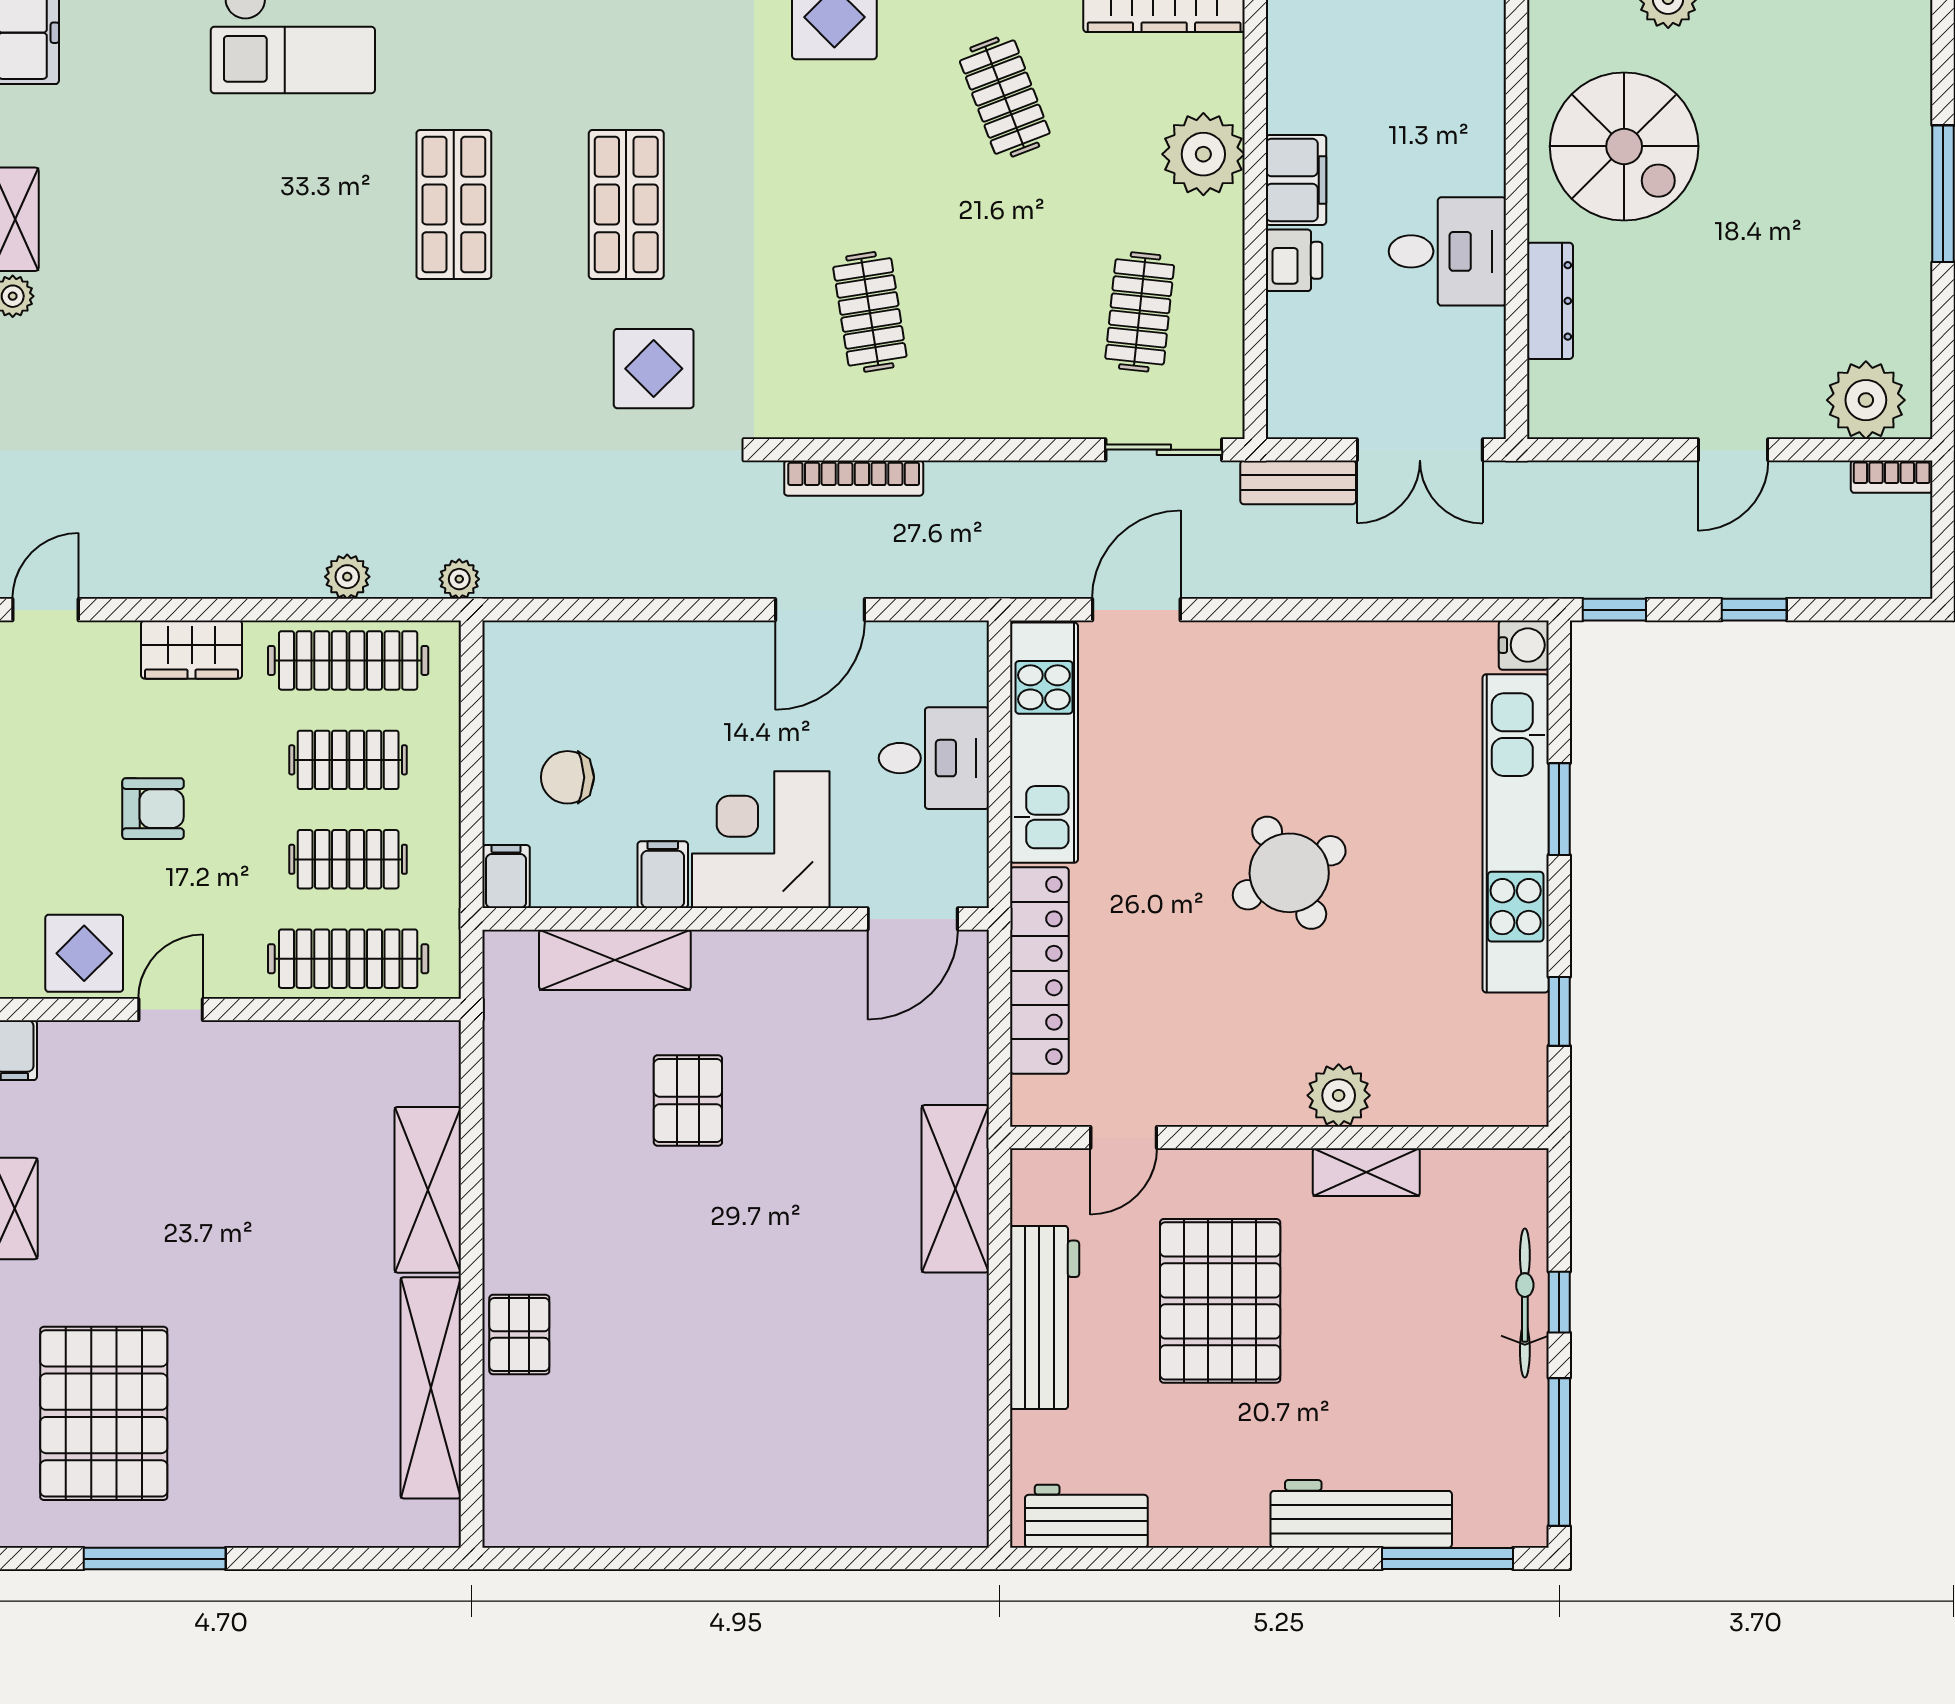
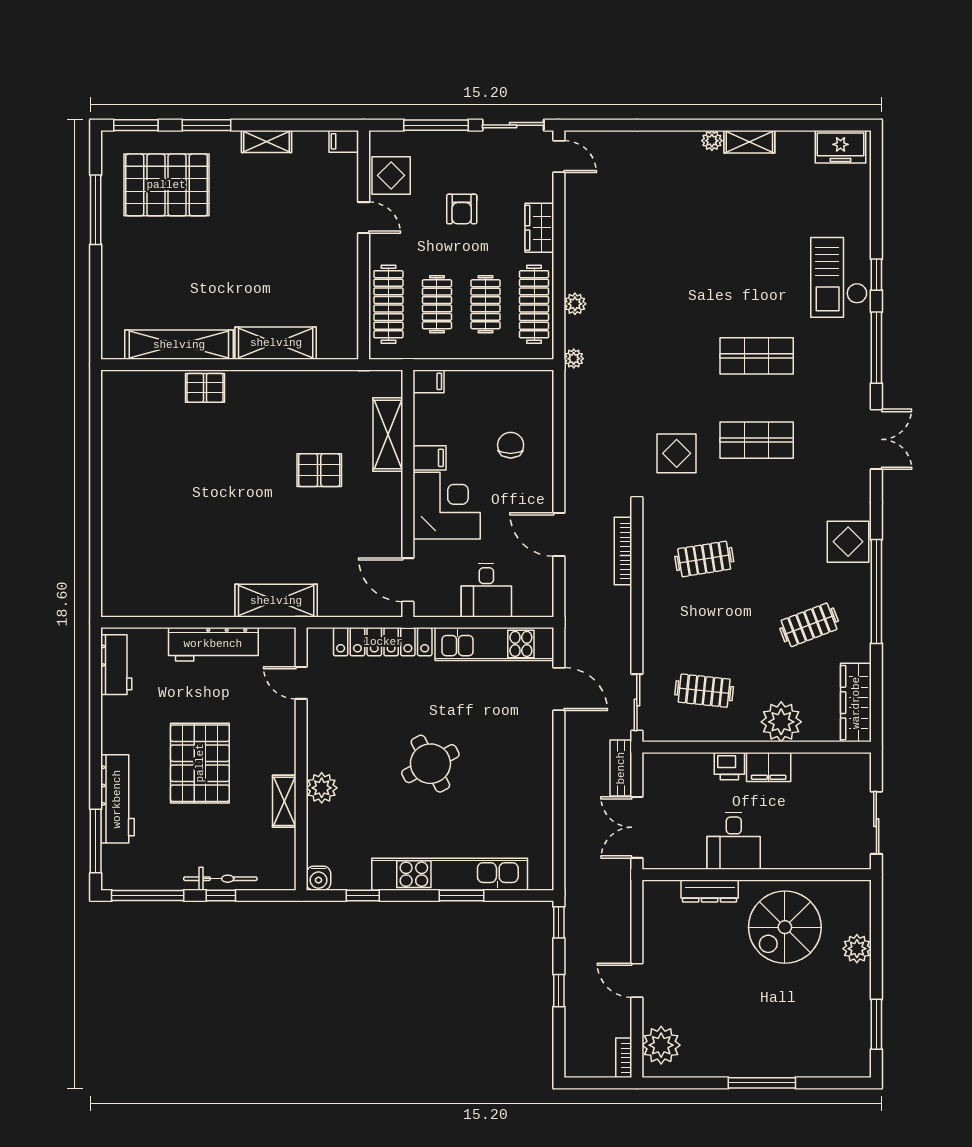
water cooler: (1524, 645) -> (318, 878), moved
chair: (567, 777) -> (511, 445), moved
pallet: (1220, 1301) -> (200, 763), moved, turned 90

